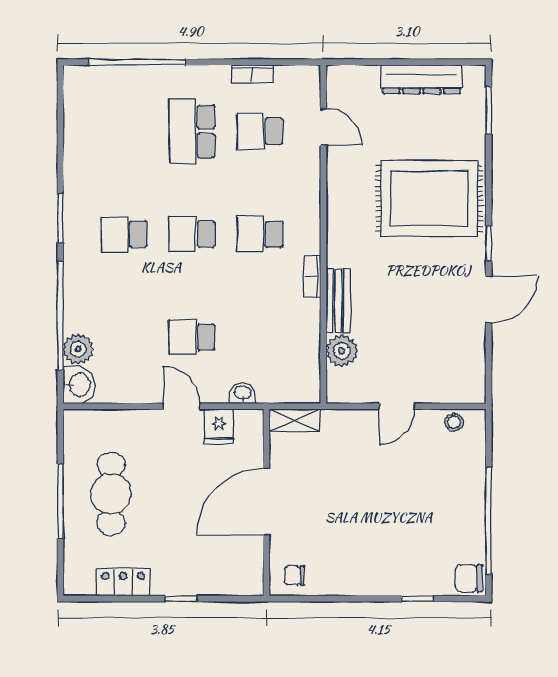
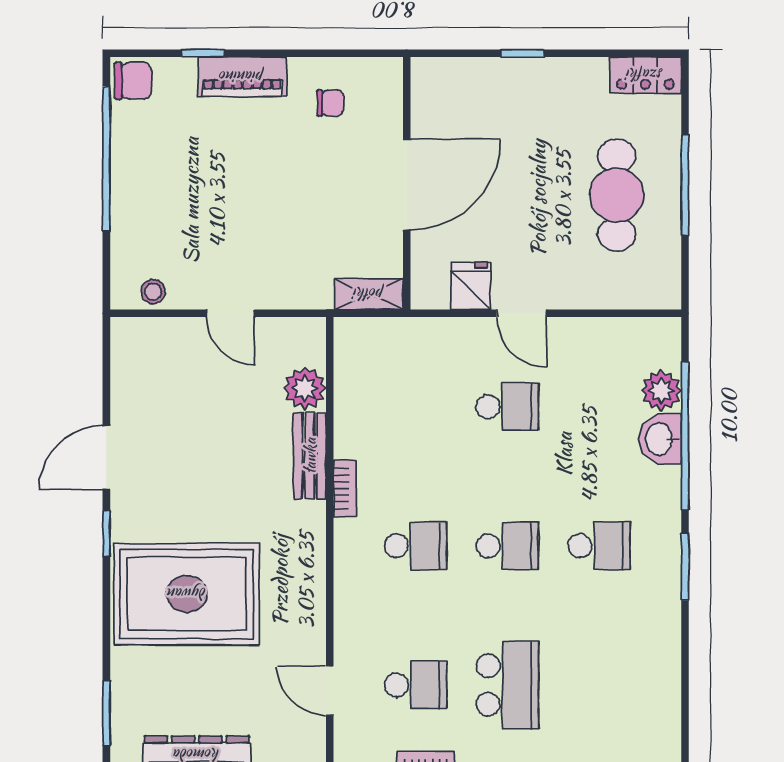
washbasin: (79, 385) -> (660, 439), moved
washbasin: (243, 393) -> (439, 331), removed
door: (397, 406) -> (231, 313), swing flipped
chair: (294, 575) -> (330, 103), moved
piano: (388, 581) -> (242, 77), added
locker: (123, 582) -> (645, 75), moved

